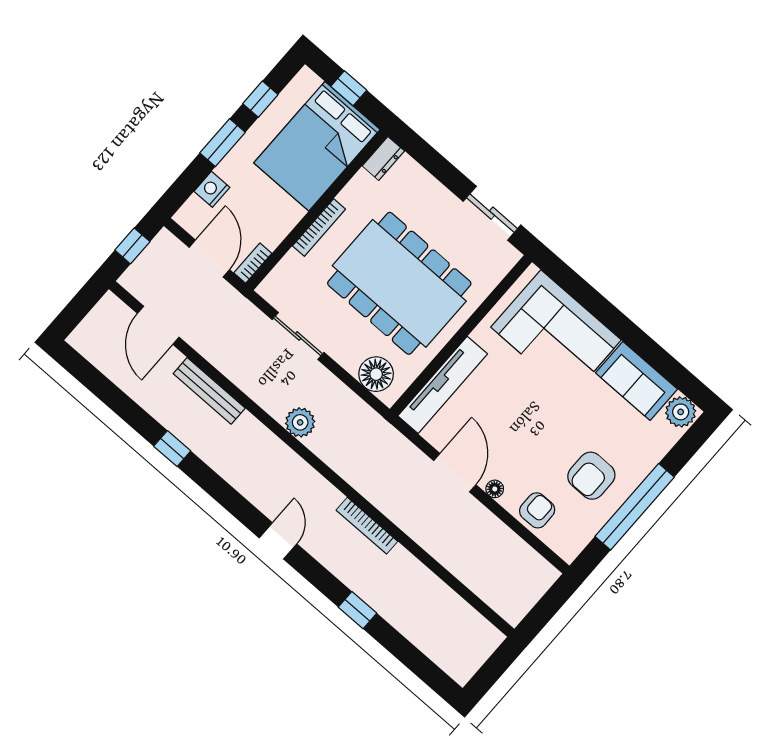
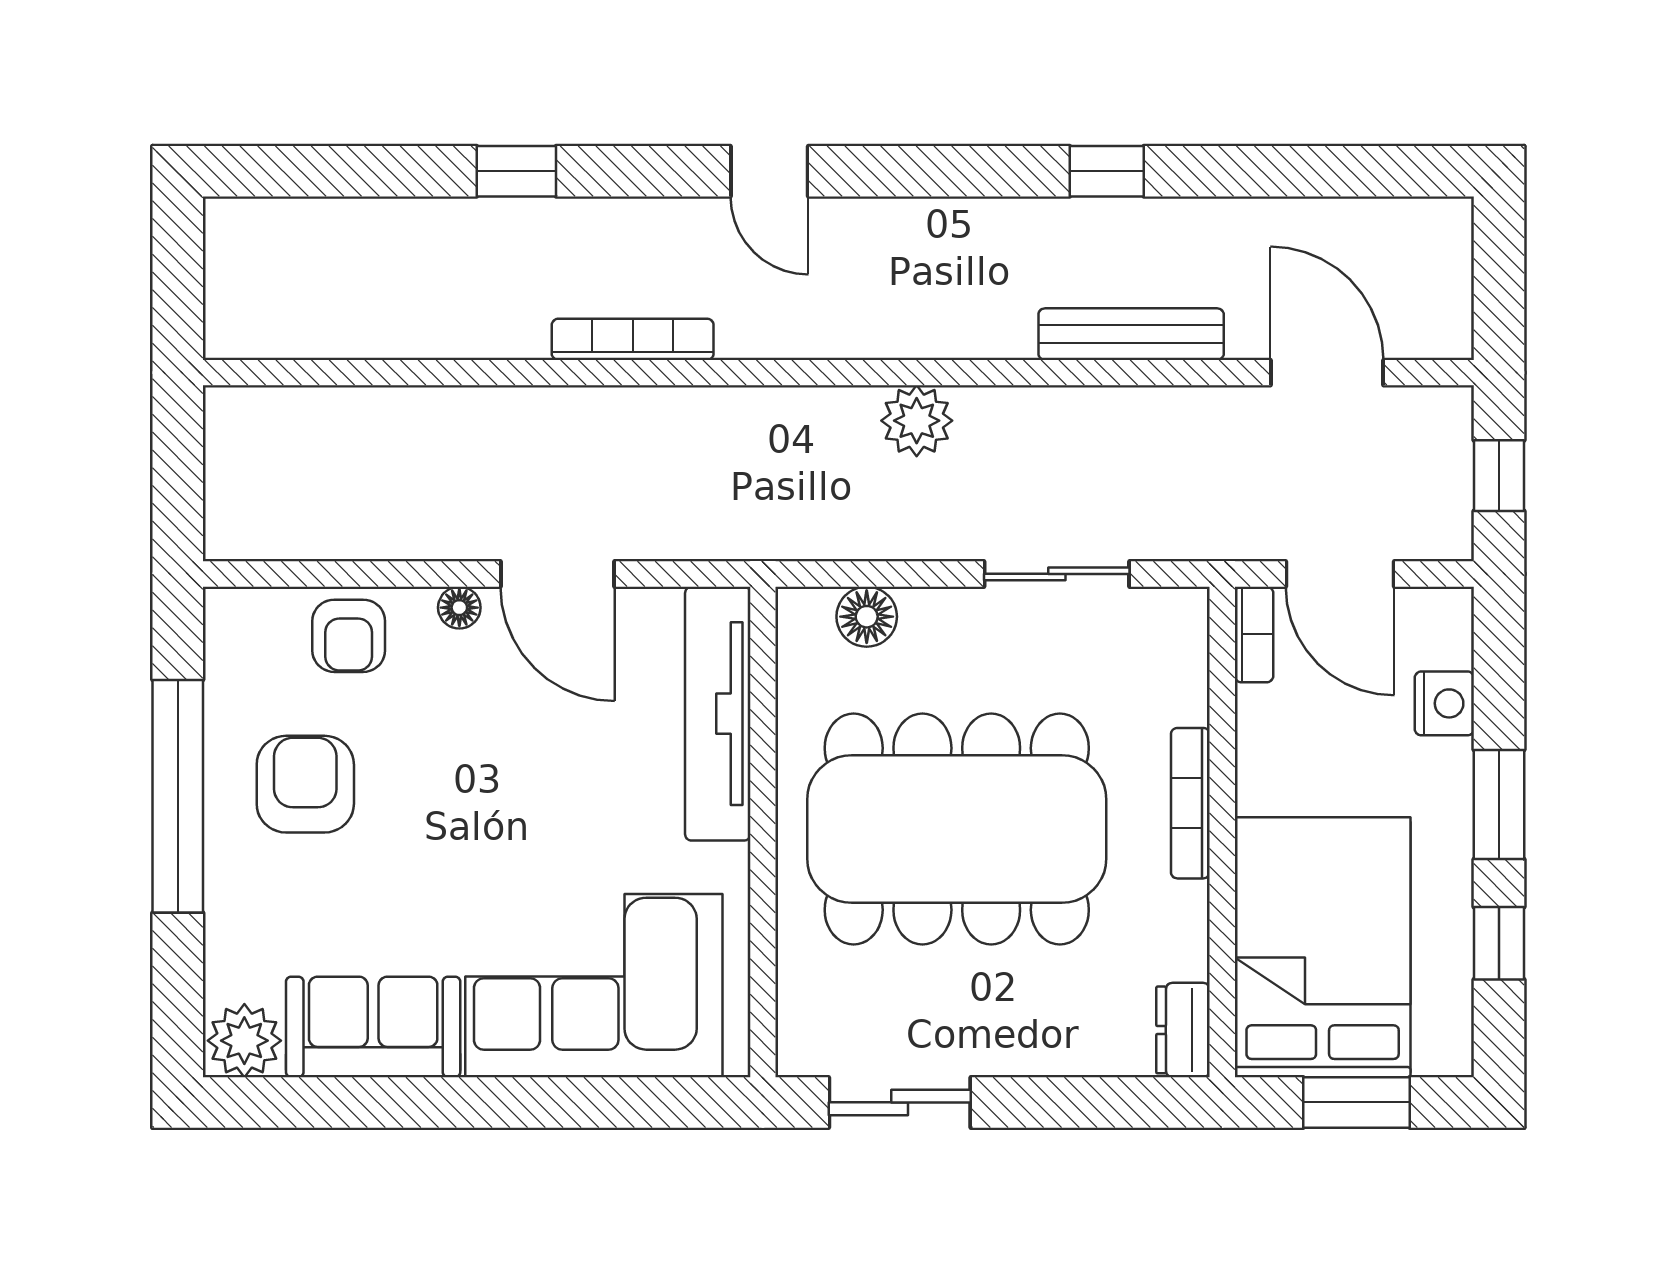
window: (349, 88) -> (1357, 1102), width x1.50
floor lamp: (376, 374) -> (867, 617), width x0.73, depth x0.73

